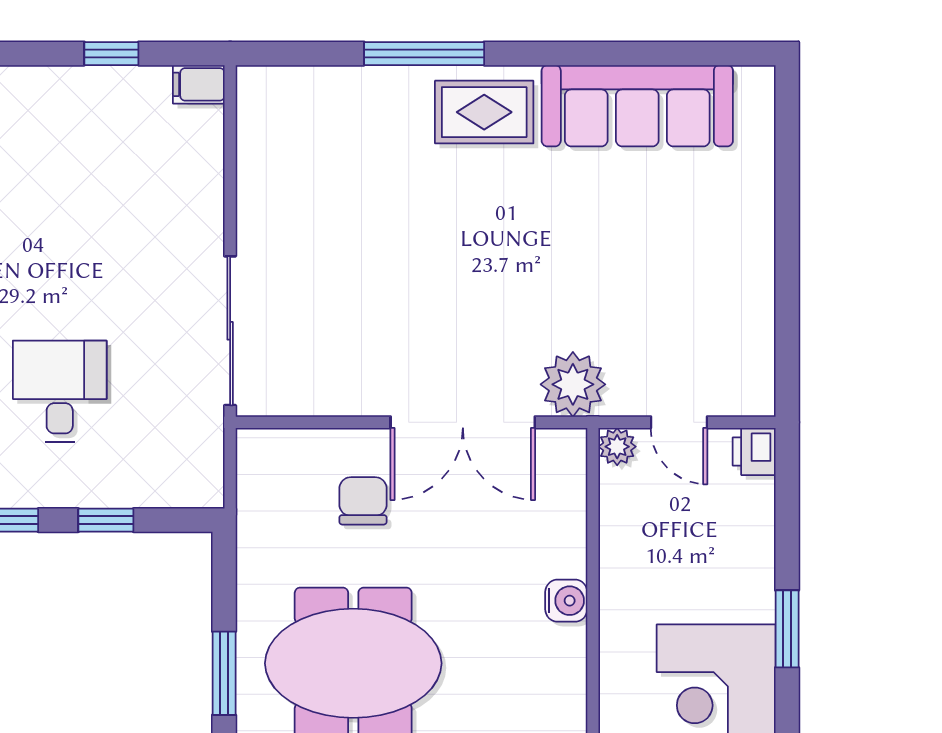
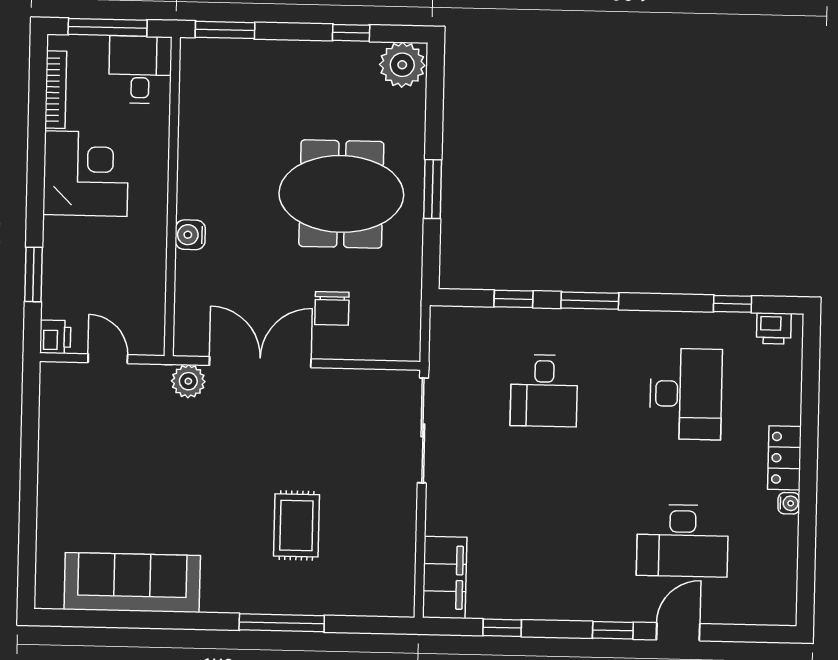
filing cabinet: (199, 84) -> (445, 577), width x3.00, depth x1.17
rug: (484, 112) -> (296, 525), moved, turned 90
plant: (573, 384) -> (188, 381), width x0.73, depth x0.73
plant: (617, 447) -> (152, 343), removed
window: (787, 629) -> (33, 274), moved

